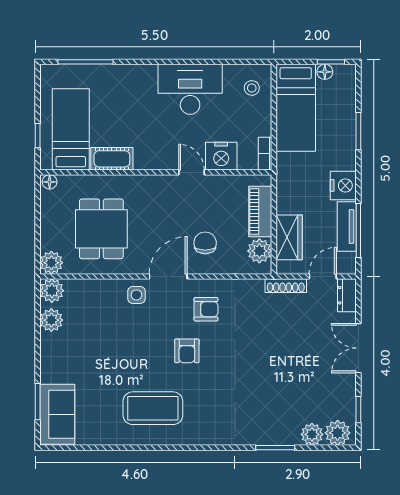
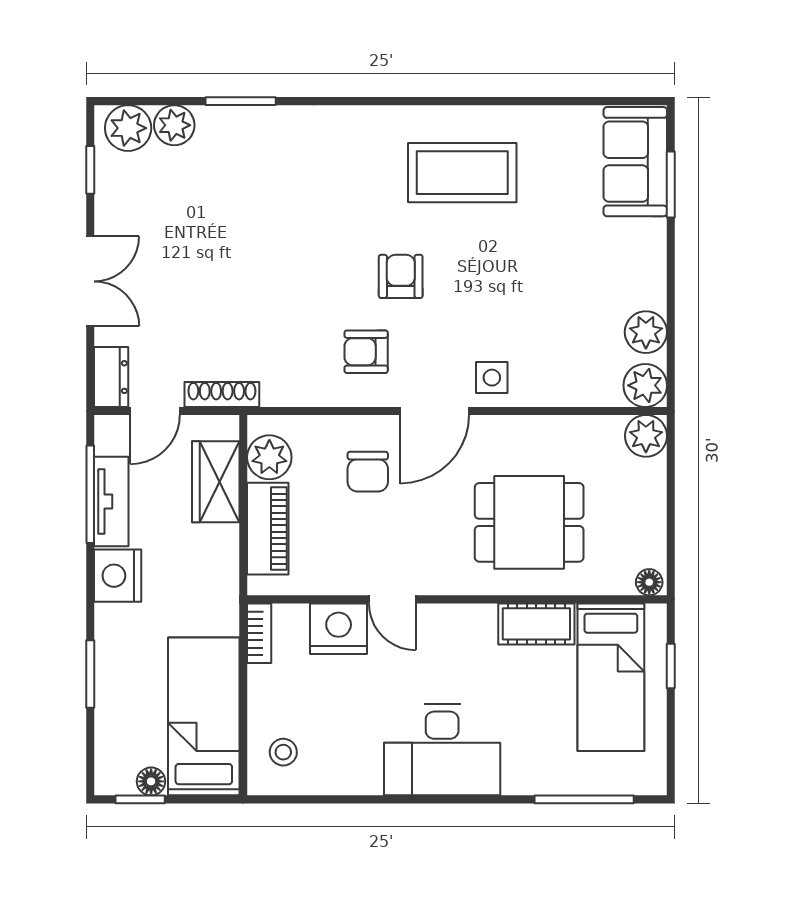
desk: (190, 89) -> (442, 750), moved
dining table: (101, 229) -> (529, 522), moved, turned 90

